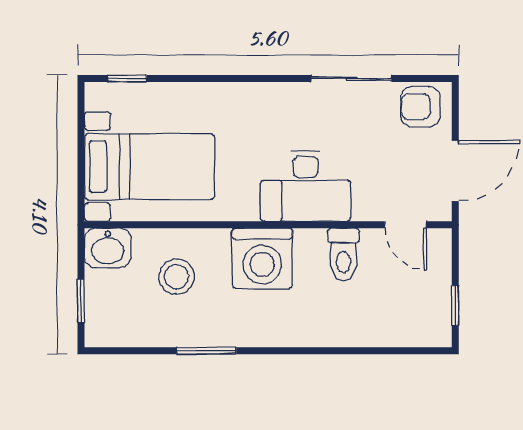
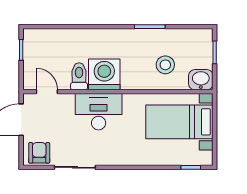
armchair: (420, 107) -> (39, 153), turned -90
washing machine: (262, 258) -> (104, 74), moved

